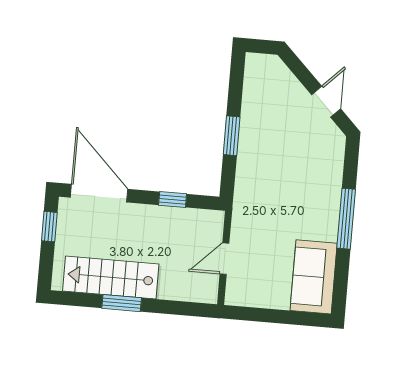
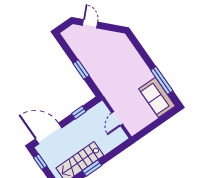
door: (326, 102) -> (90, 24), moved
window: (346, 219) -> (162, 81), moved

